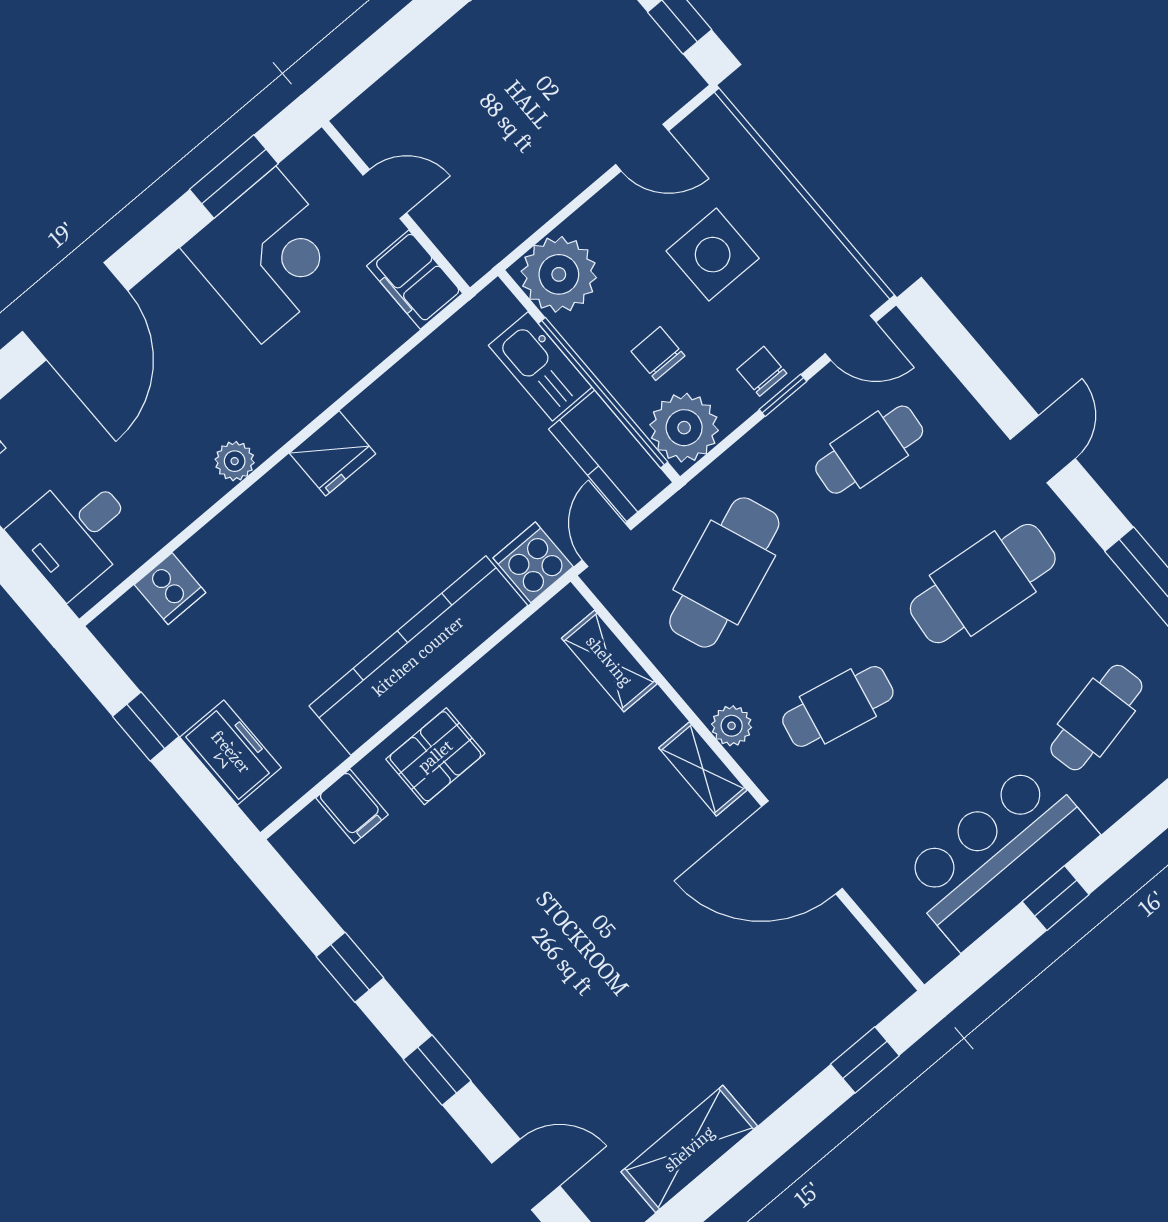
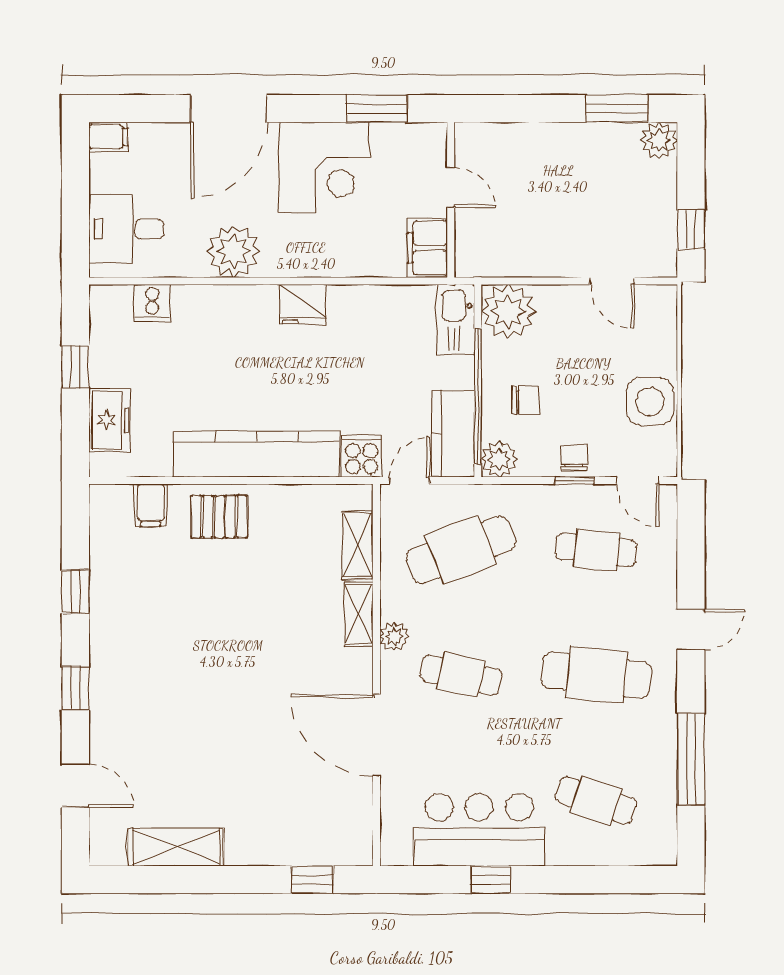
corner desk: (269, 255) -> (325, 167), moved
side table: (713, 255) -> (650, 401), moved
chair: (658, 354) -> (526, 400), turned 90
kitchen sink: (540, 366) -> (456, 320), moved
plant: (684, 428) -> (499, 459), width x0.73, depth x0.73
plant: (235, 461) -> (234, 251), width x1.88, depth x1.88
cafe table: (1096, 718) -> (596, 800), turned 30
shelving: (703, 769) -> (359, 614), moved

